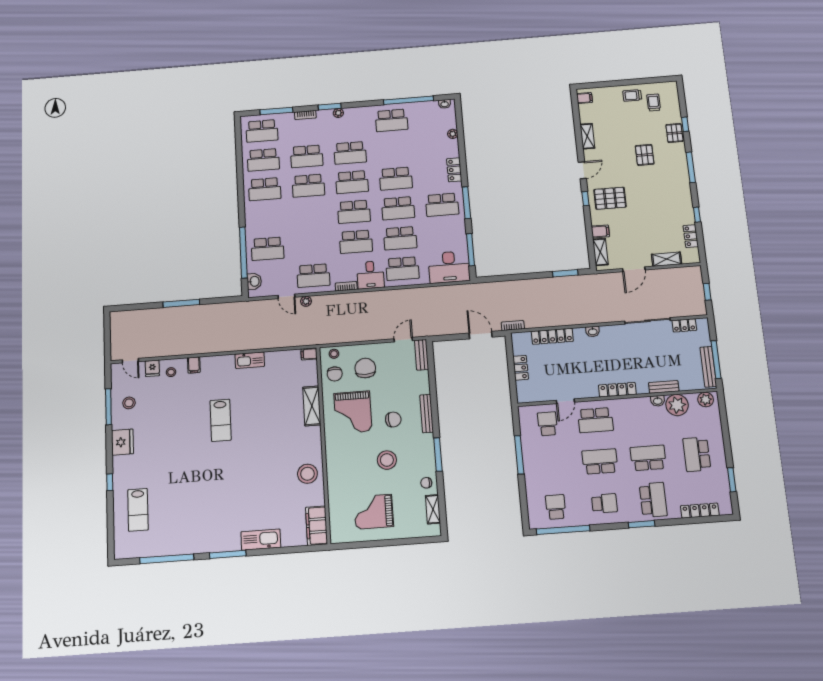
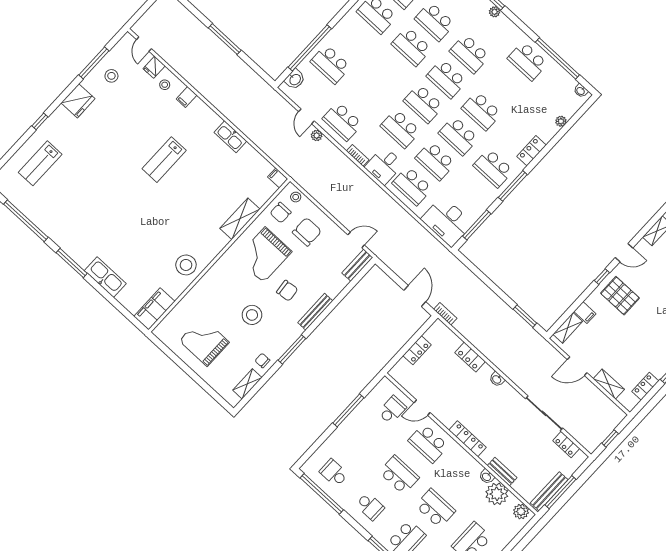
locker: (552, 336) -> (470, 357), width x0.66
school desk: (556, 507) -> (334, 473), turned -90

